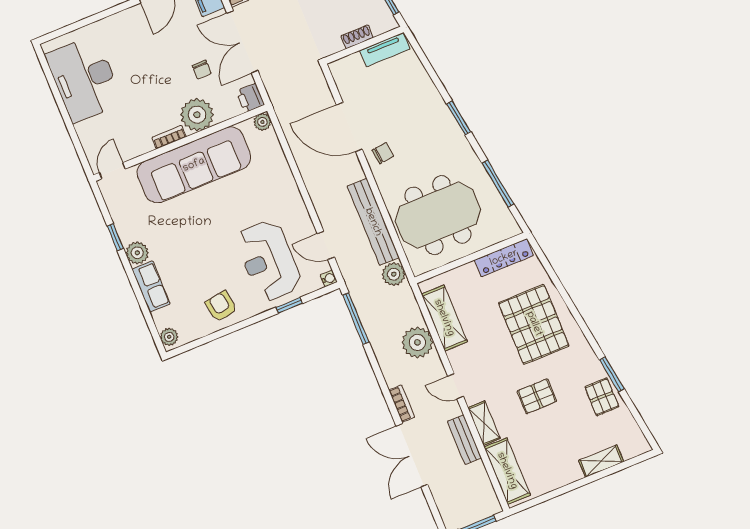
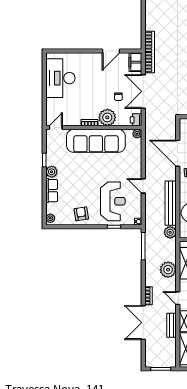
door: (326, 245) -> (143, 186), moved
reception desk: (268, 261) -> (113, 201), turned 180

